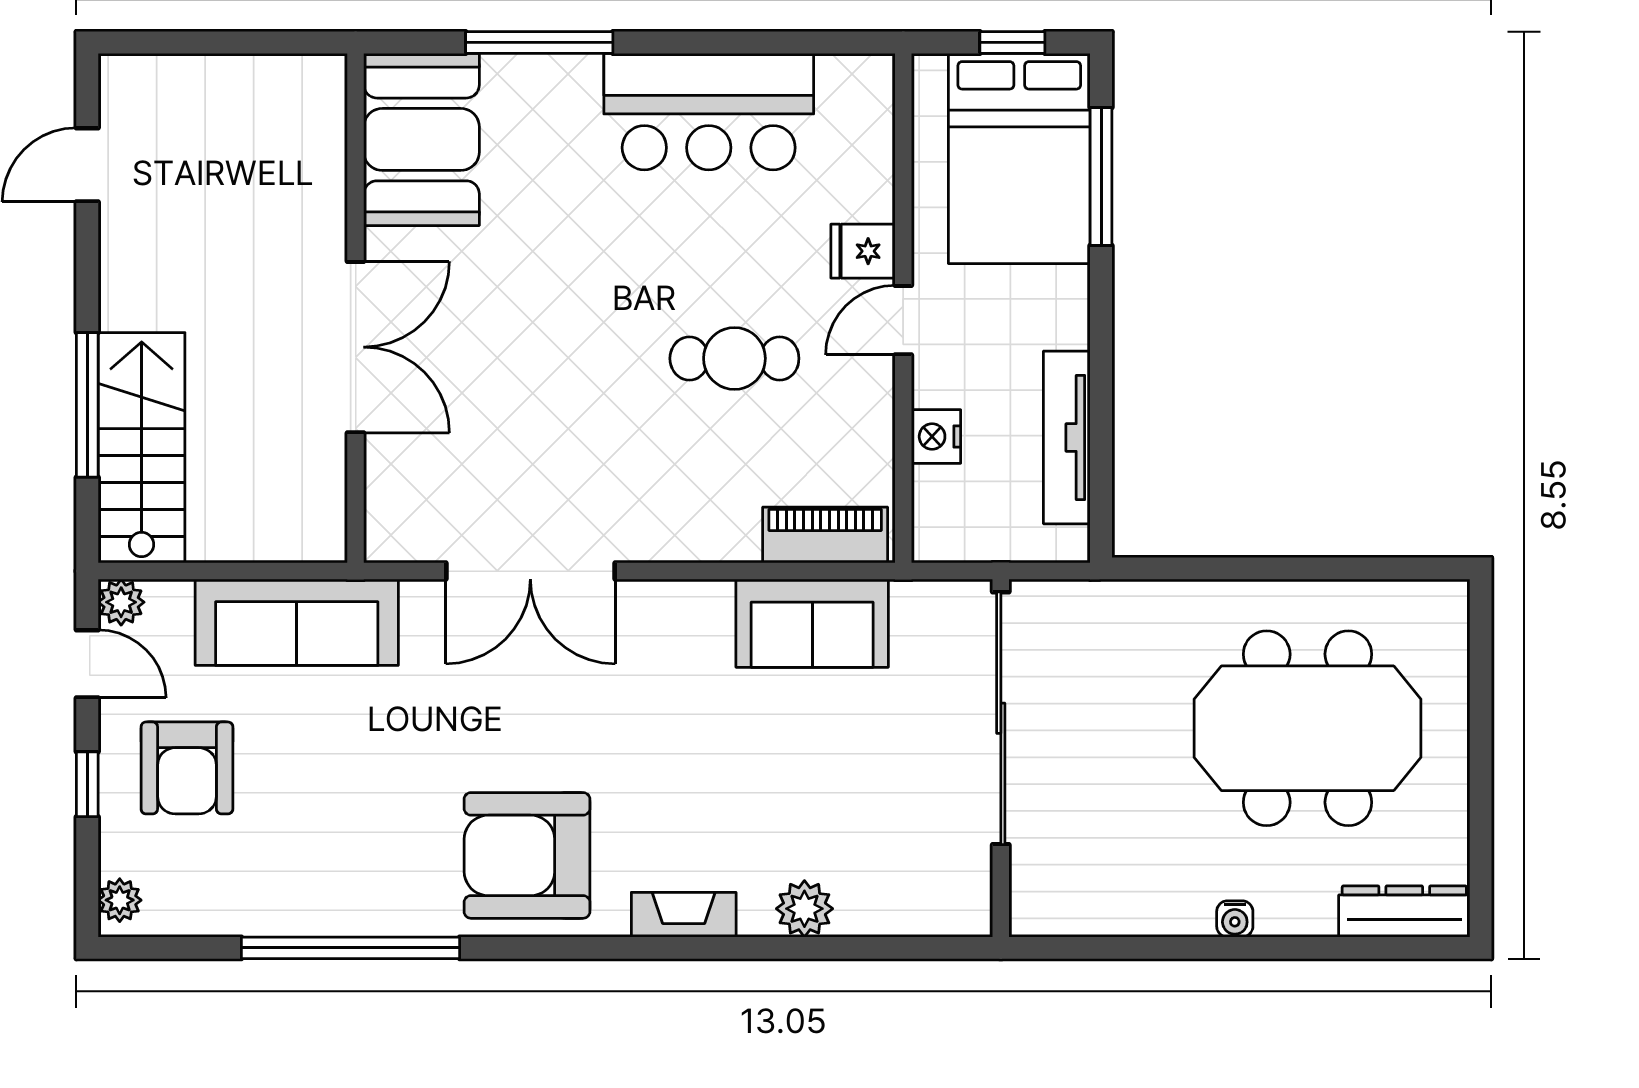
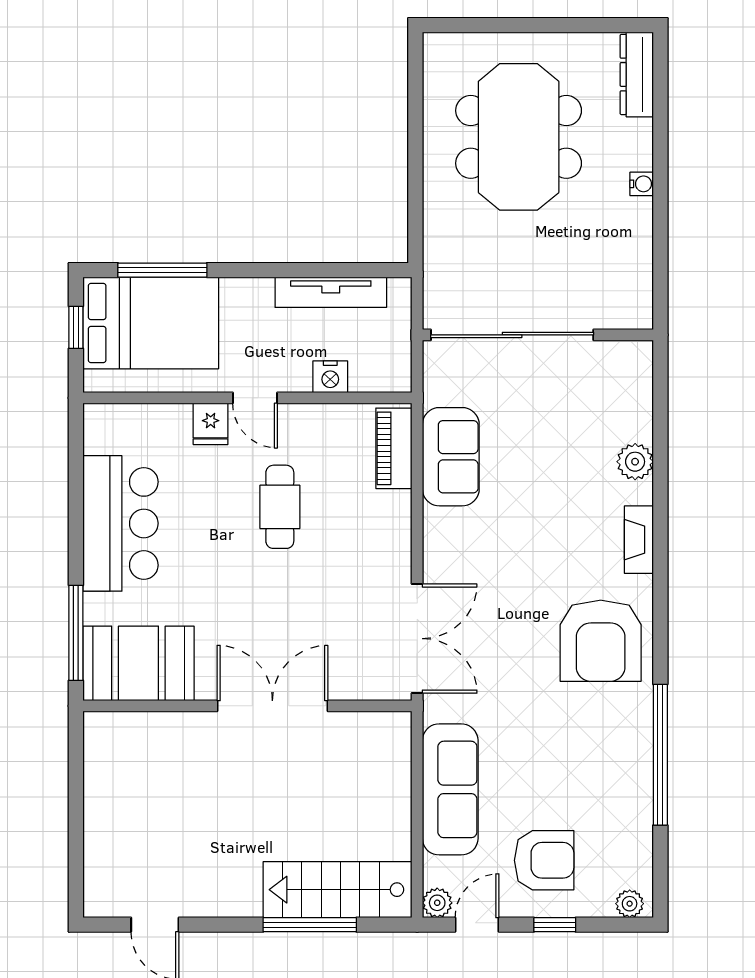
booth: (422, 139) -> (138, 663), moved
wall: (356, 308) -> (247, 706), moved
double door: (356, 347) -> (272, 706), moved

